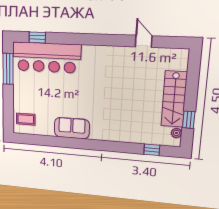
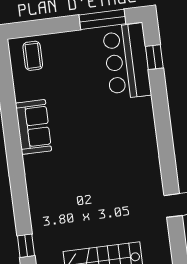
bar counter: (46, 58) -> (127, 61), width x0.73

